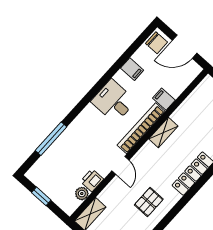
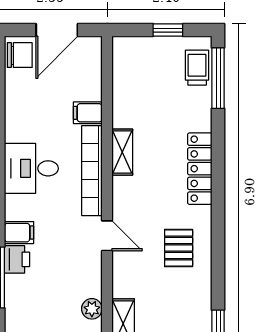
filing cabinet: (132, 69) -> (19, 233), moved
printer: (92, 180) -> (17, 259), moved, turned 180

